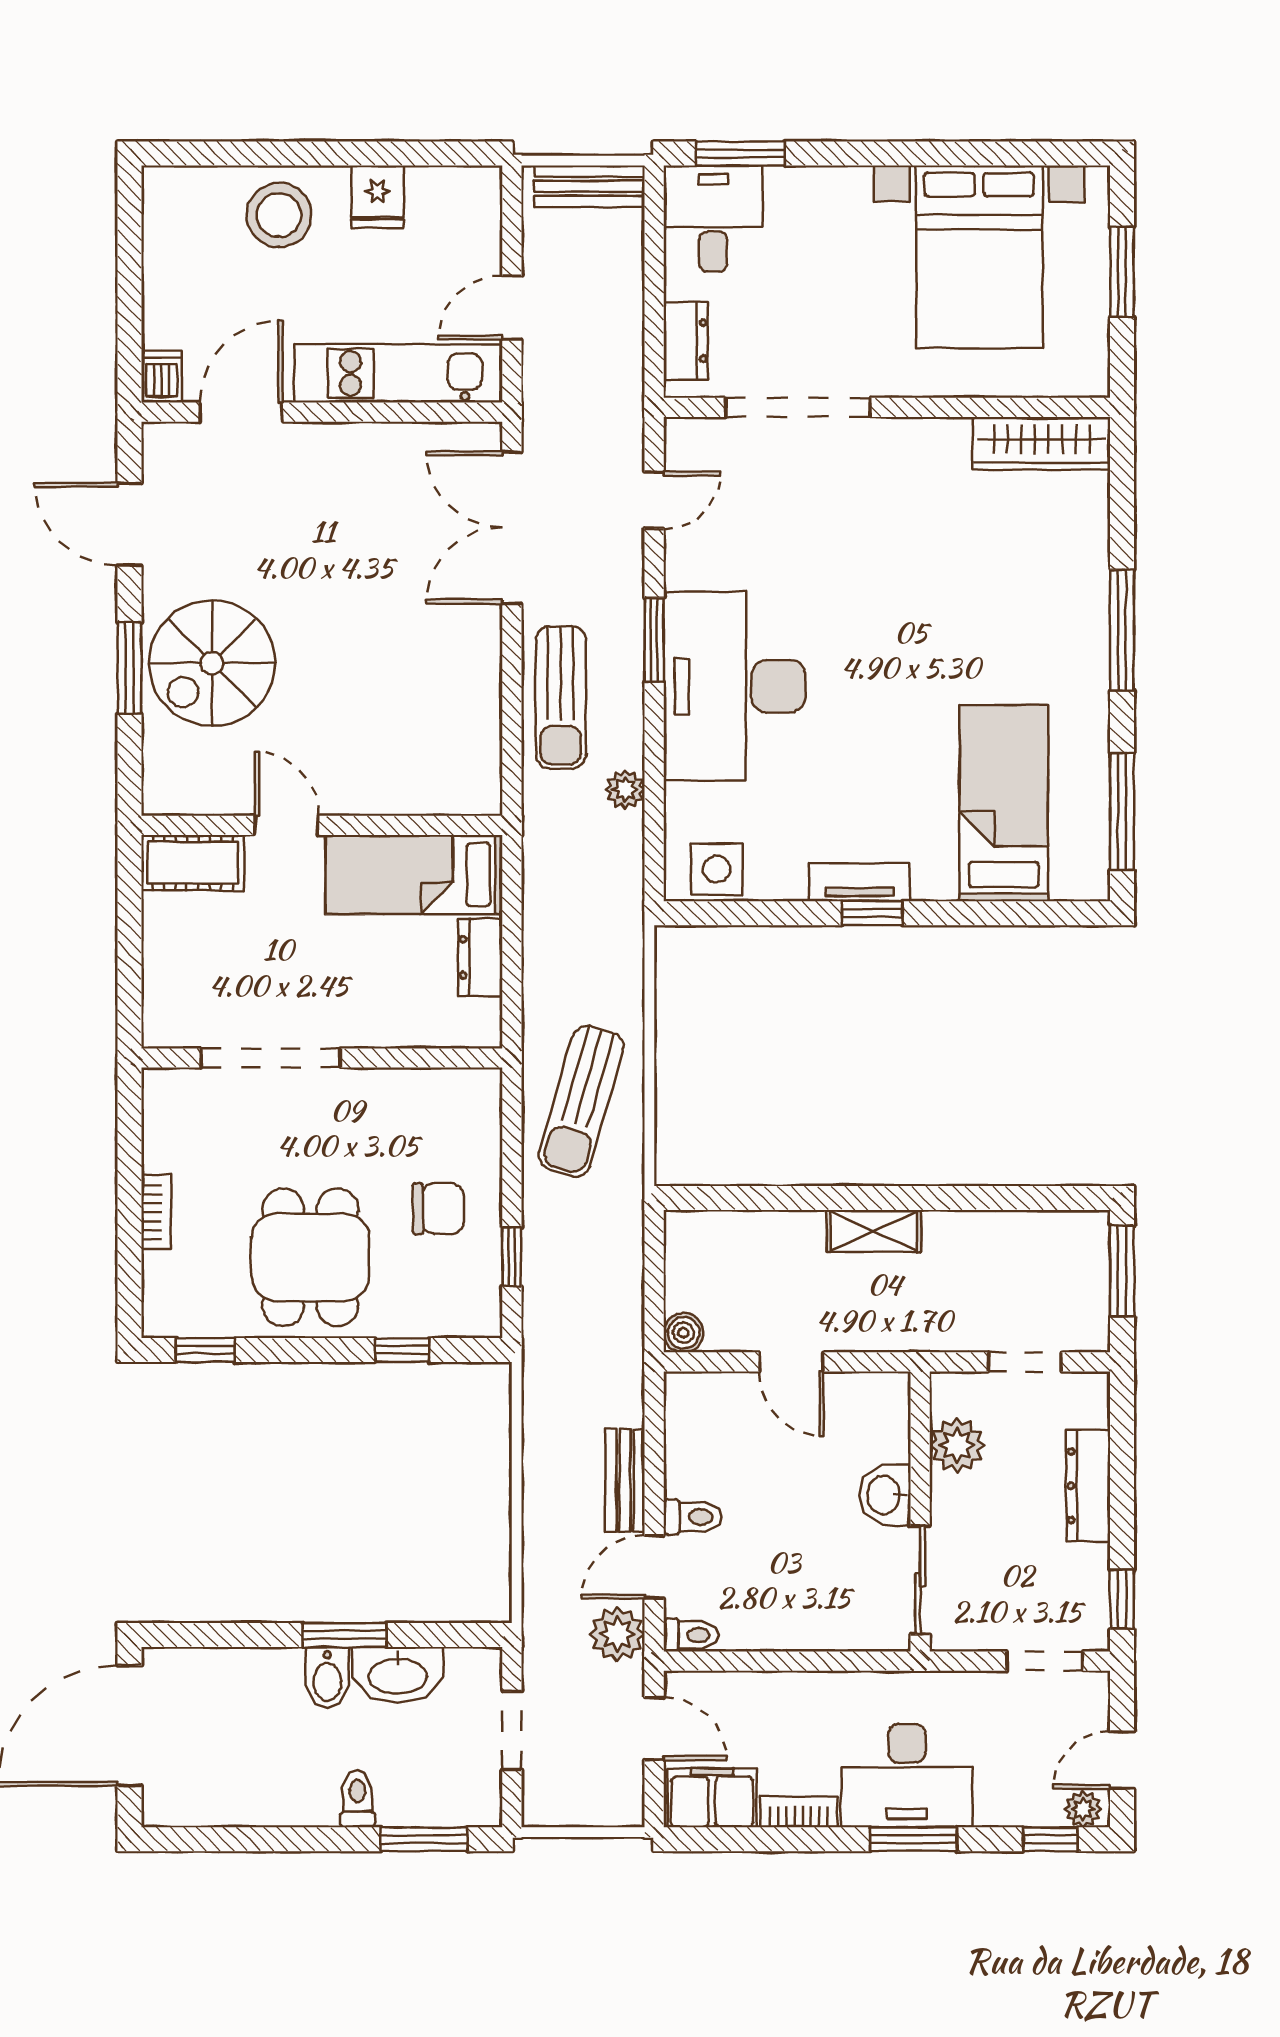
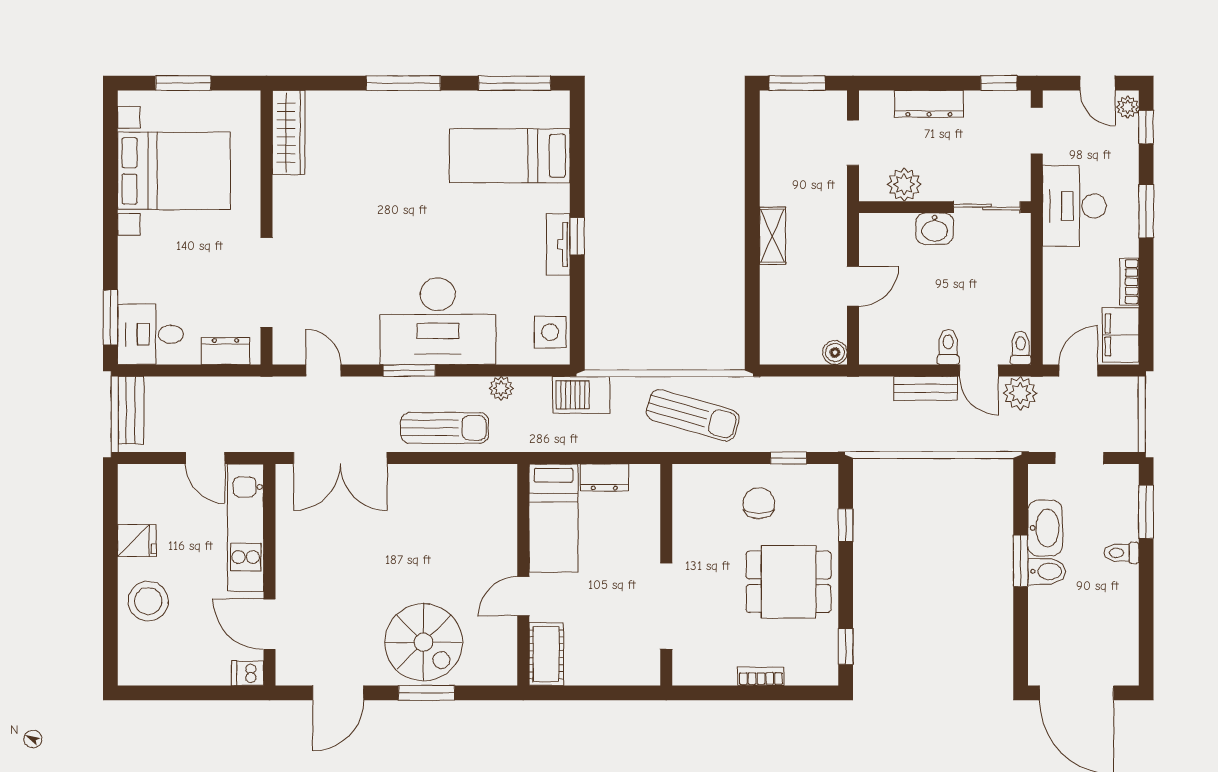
barbecue: (615, 920) -> (581, 395), added
desk: (907, 1776) -> (1074, 206), moved, turned 180

